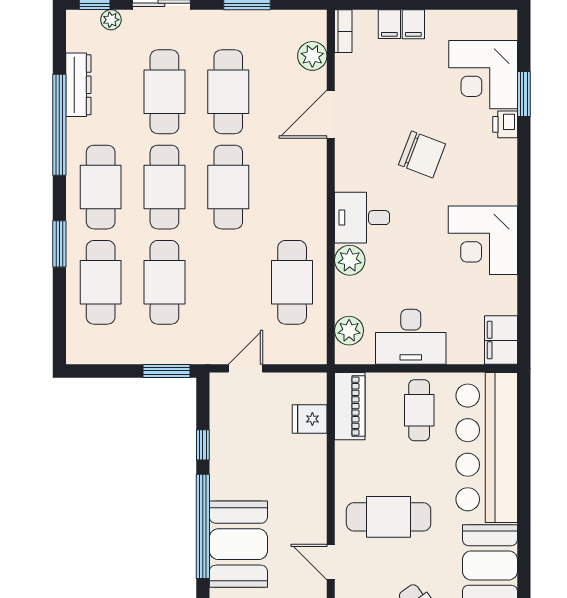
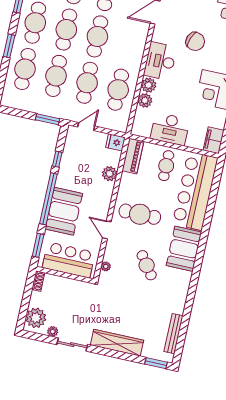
desk: (362, 218) -> (160, 61), width x1.37
cafe table: (228, 282) -> (87, 83), added
plant: (349, 331) -> (145, 100), moved
fridge: (310, 419) -> (115, 142), moved
plant: (312, 451) -> (110, 174), added

